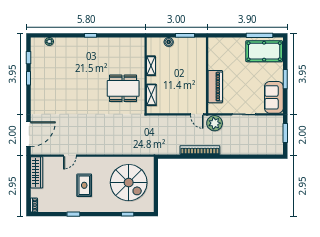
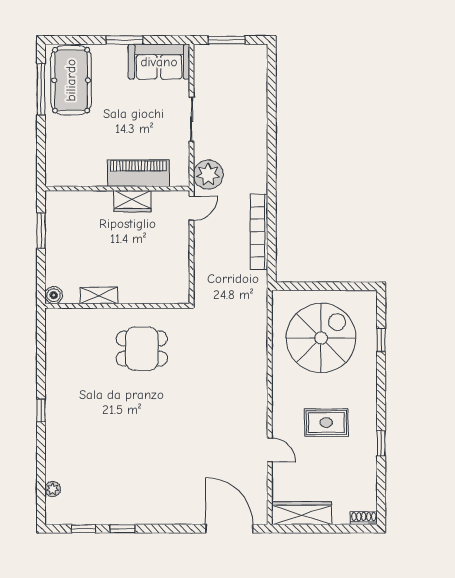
boiler: (169, 42) -> (54, 295), moved
wardrobe: (201, 83) -> (132, 201), added
dining table: (123, 88) -> (142, 349), width x0.73
shelving: (151, 95) -> (154, 295), removed
bookcase: (200, 150) -> (259, 232), moved

